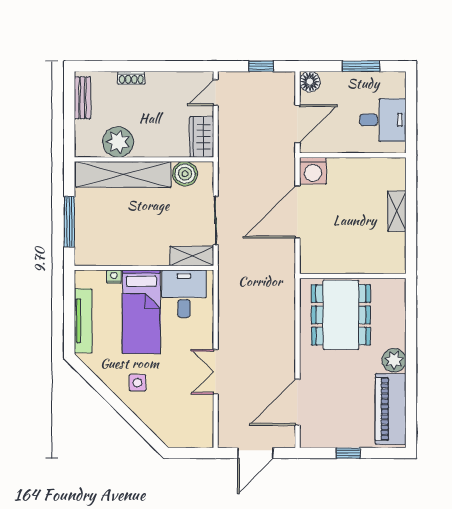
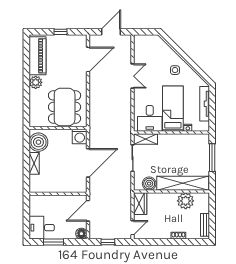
desk: (383, 120) -> (42, 228), moved
washing machine: (313, 171) -> (80, 136), moved, turned 180
boiler: (389, 250) -> (38, 142), added

